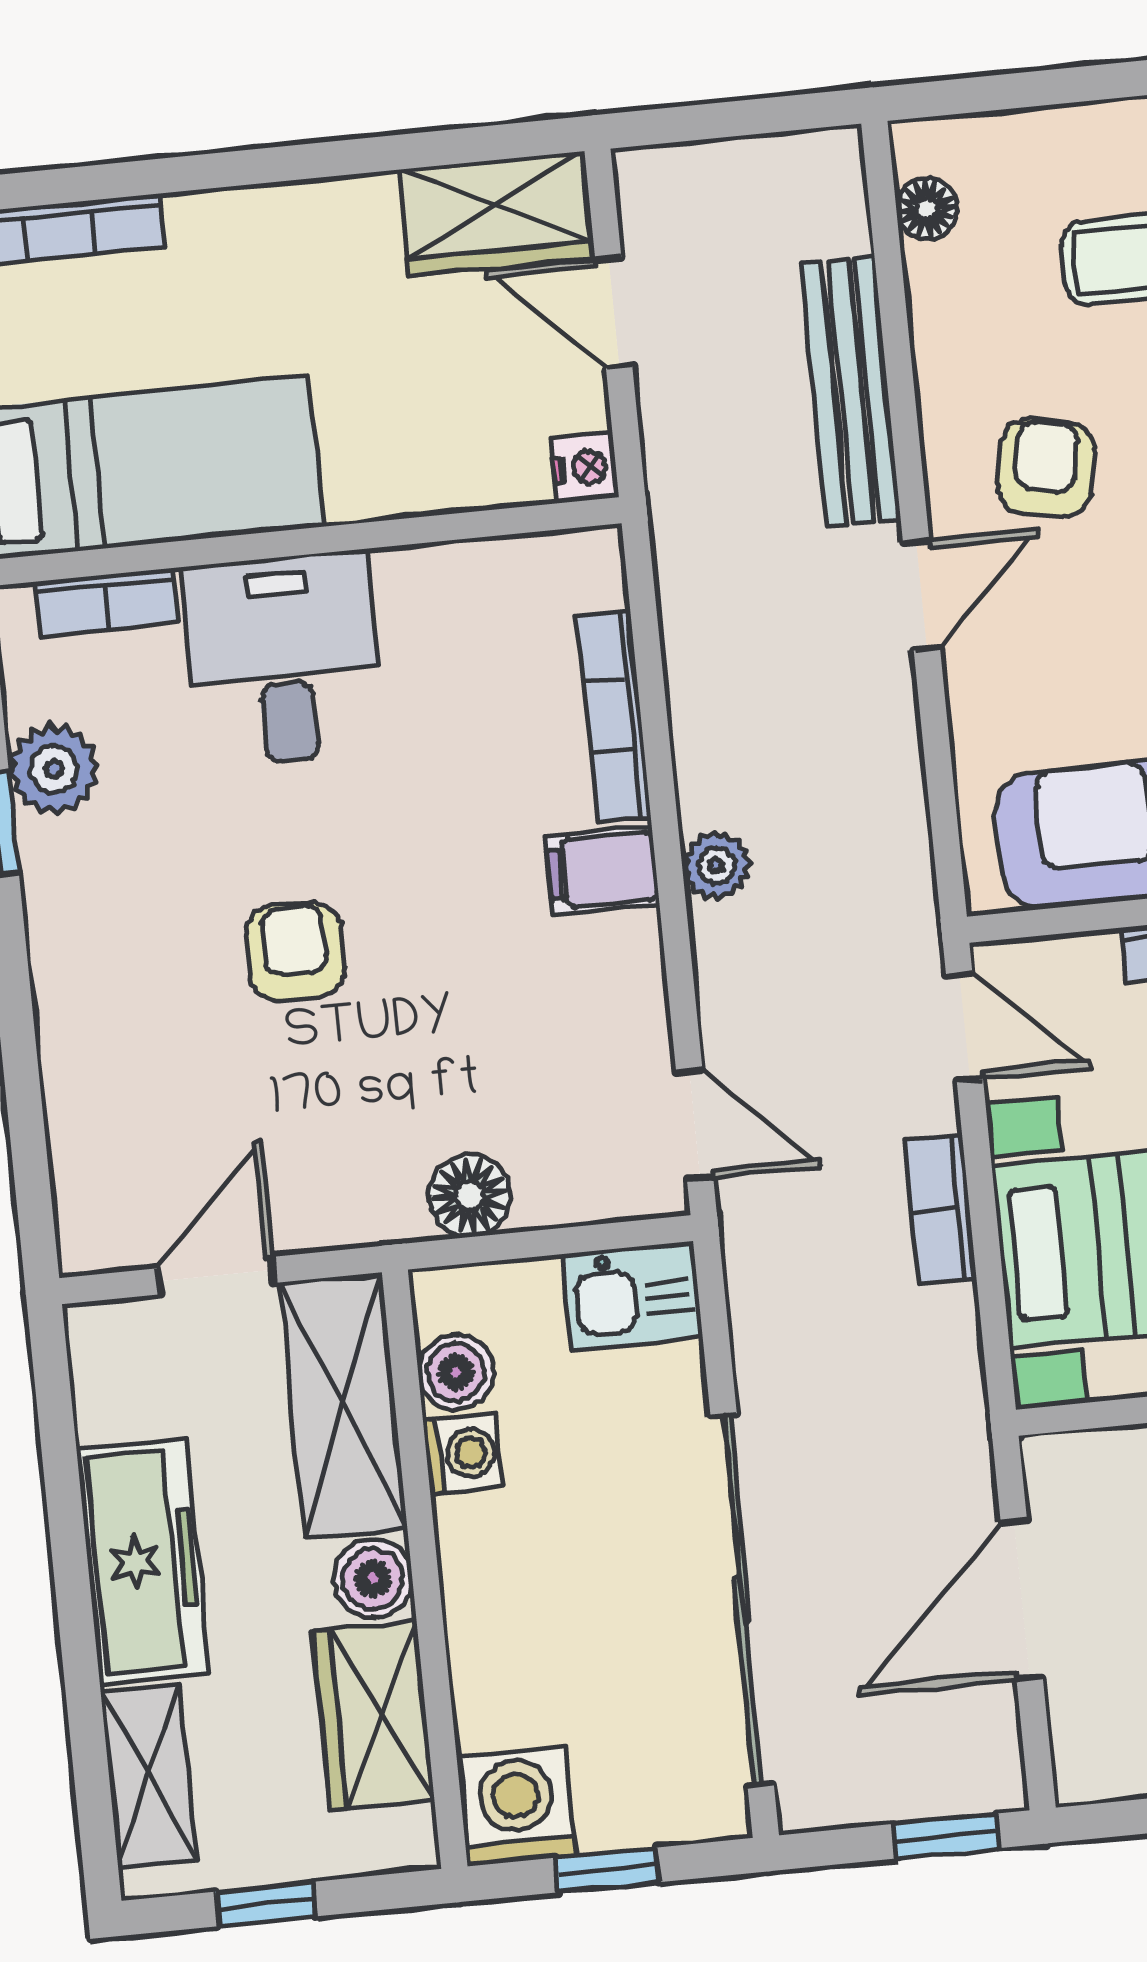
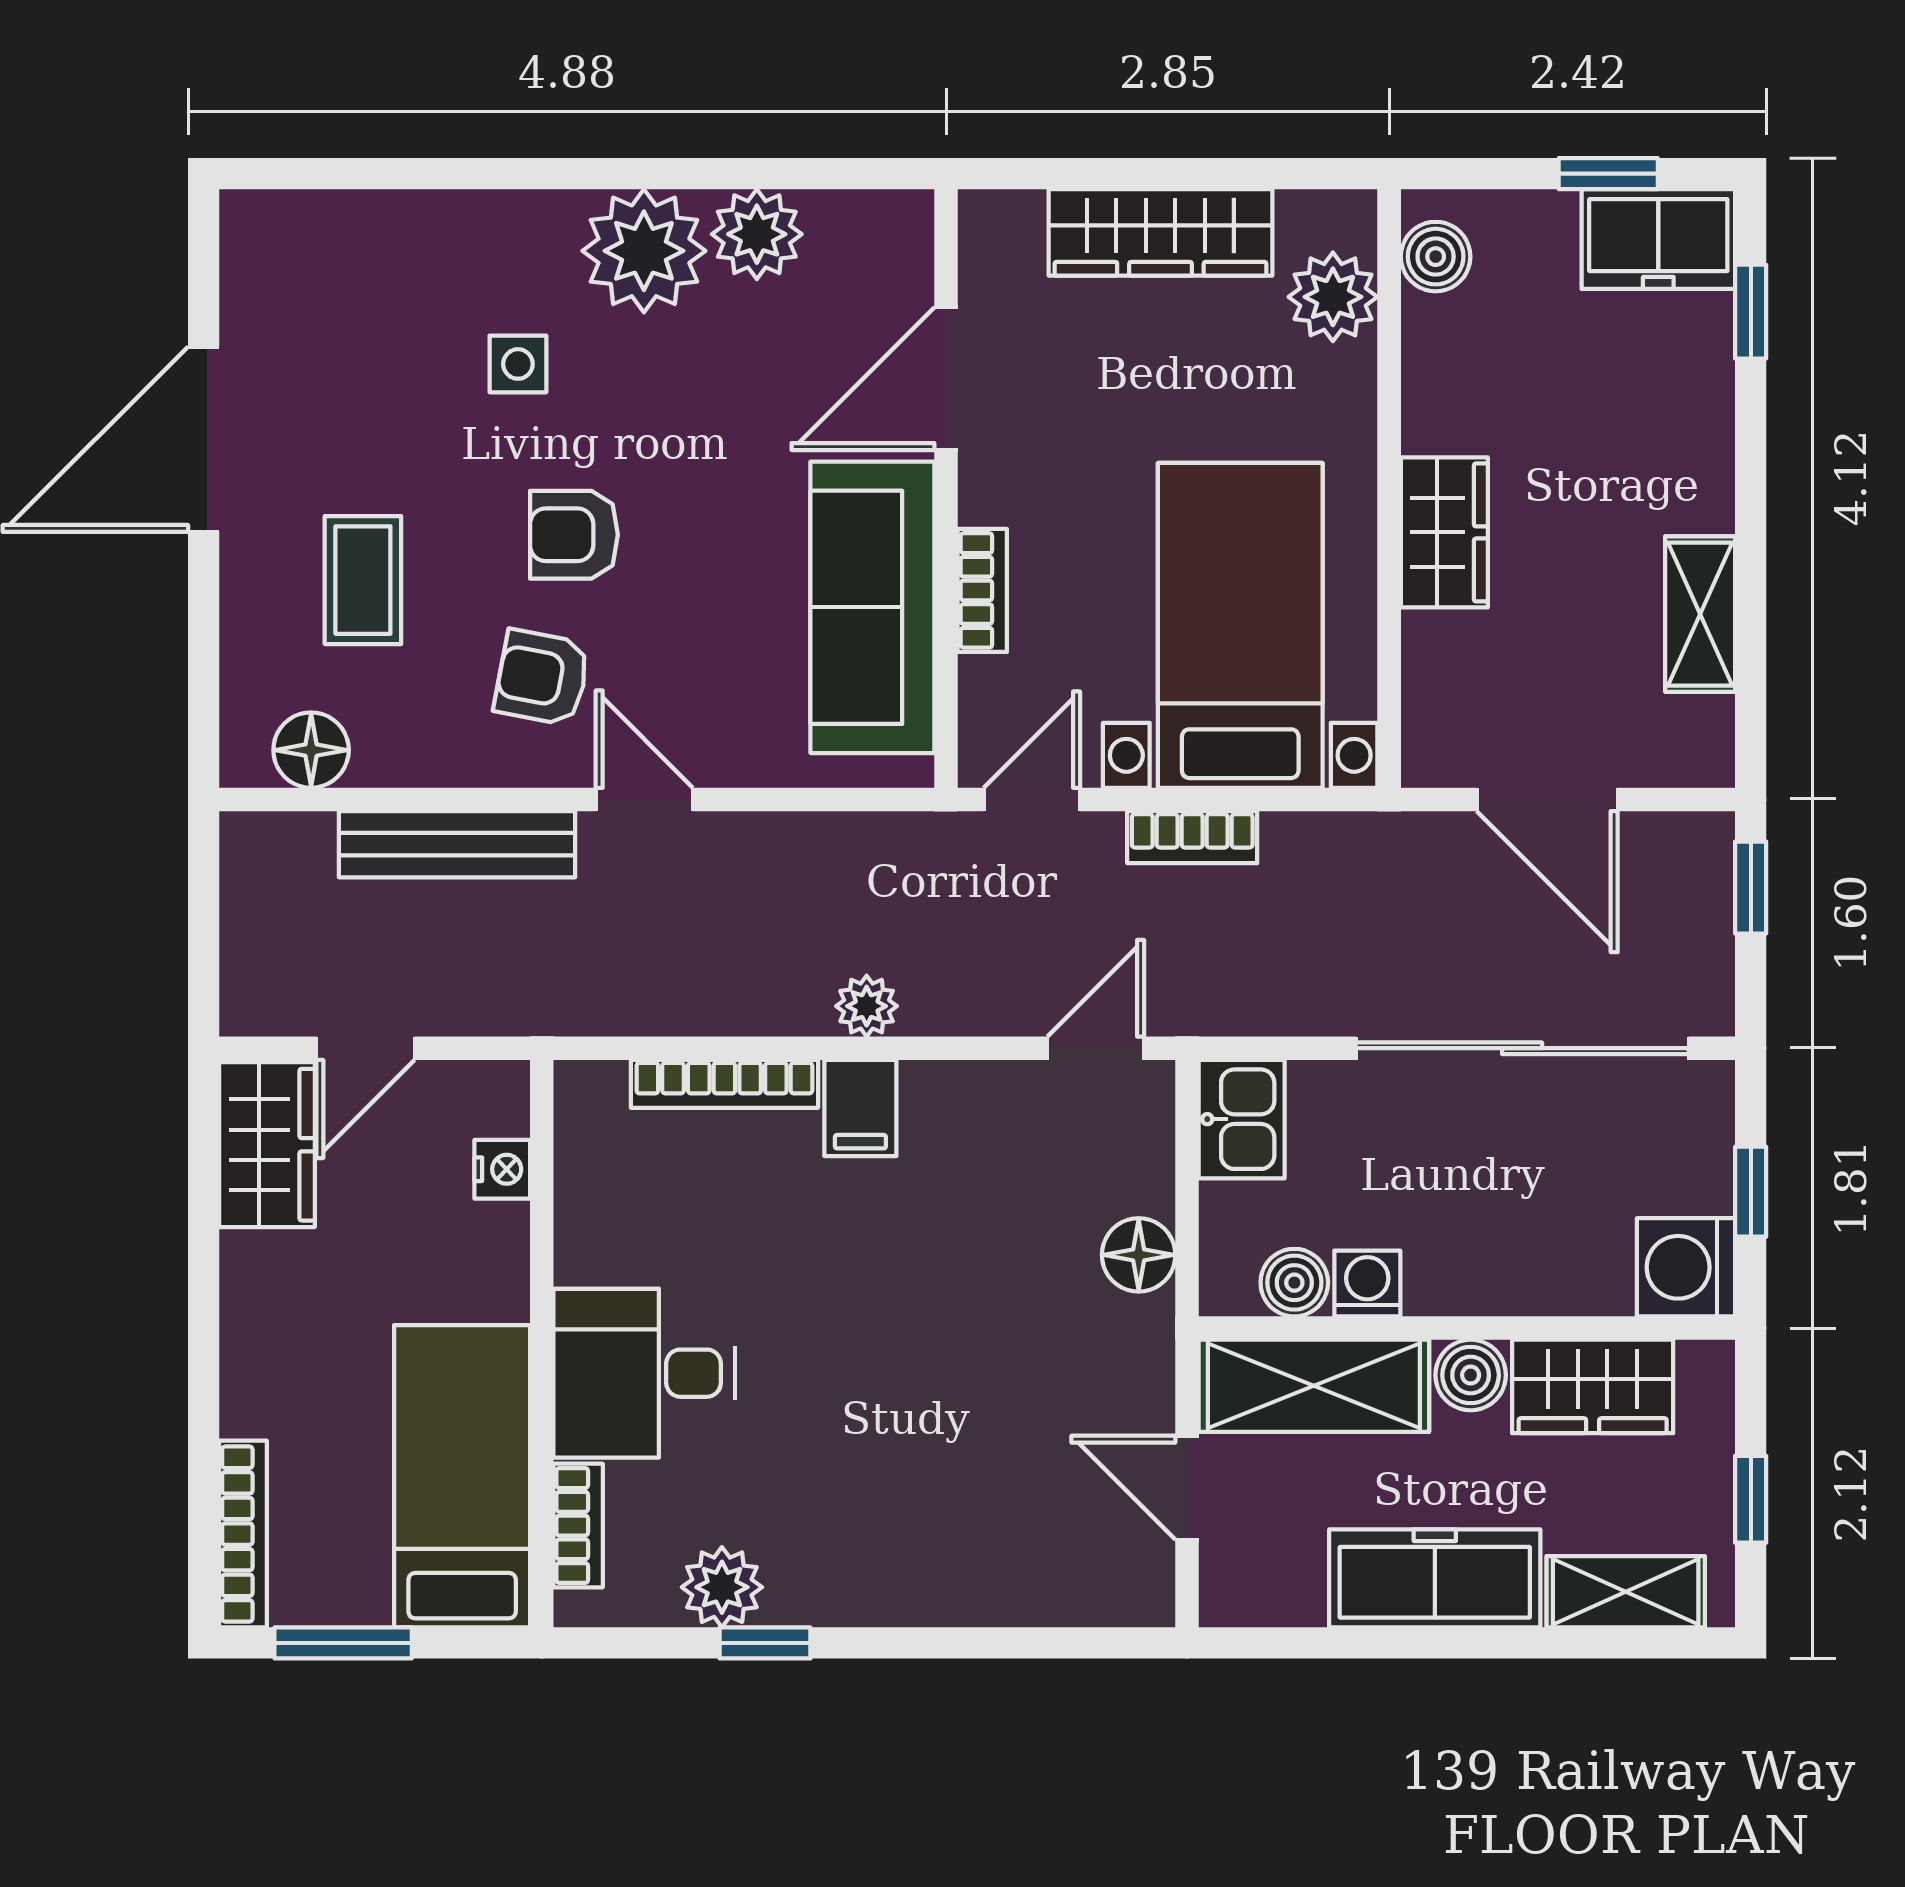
floor lamp: (927, 209) -> (311, 750), width x1.37, depth x1.37
nightstand: (585, 467) -> (502, 1169), moved, turned 90
armchair: (295, 951) -> (906, 1388), removed

